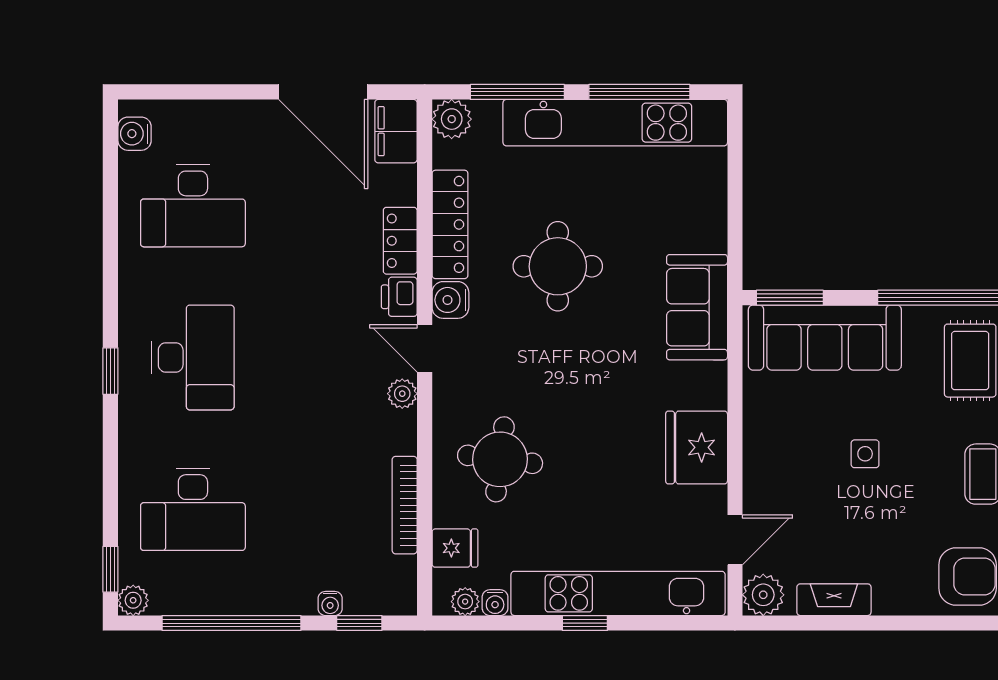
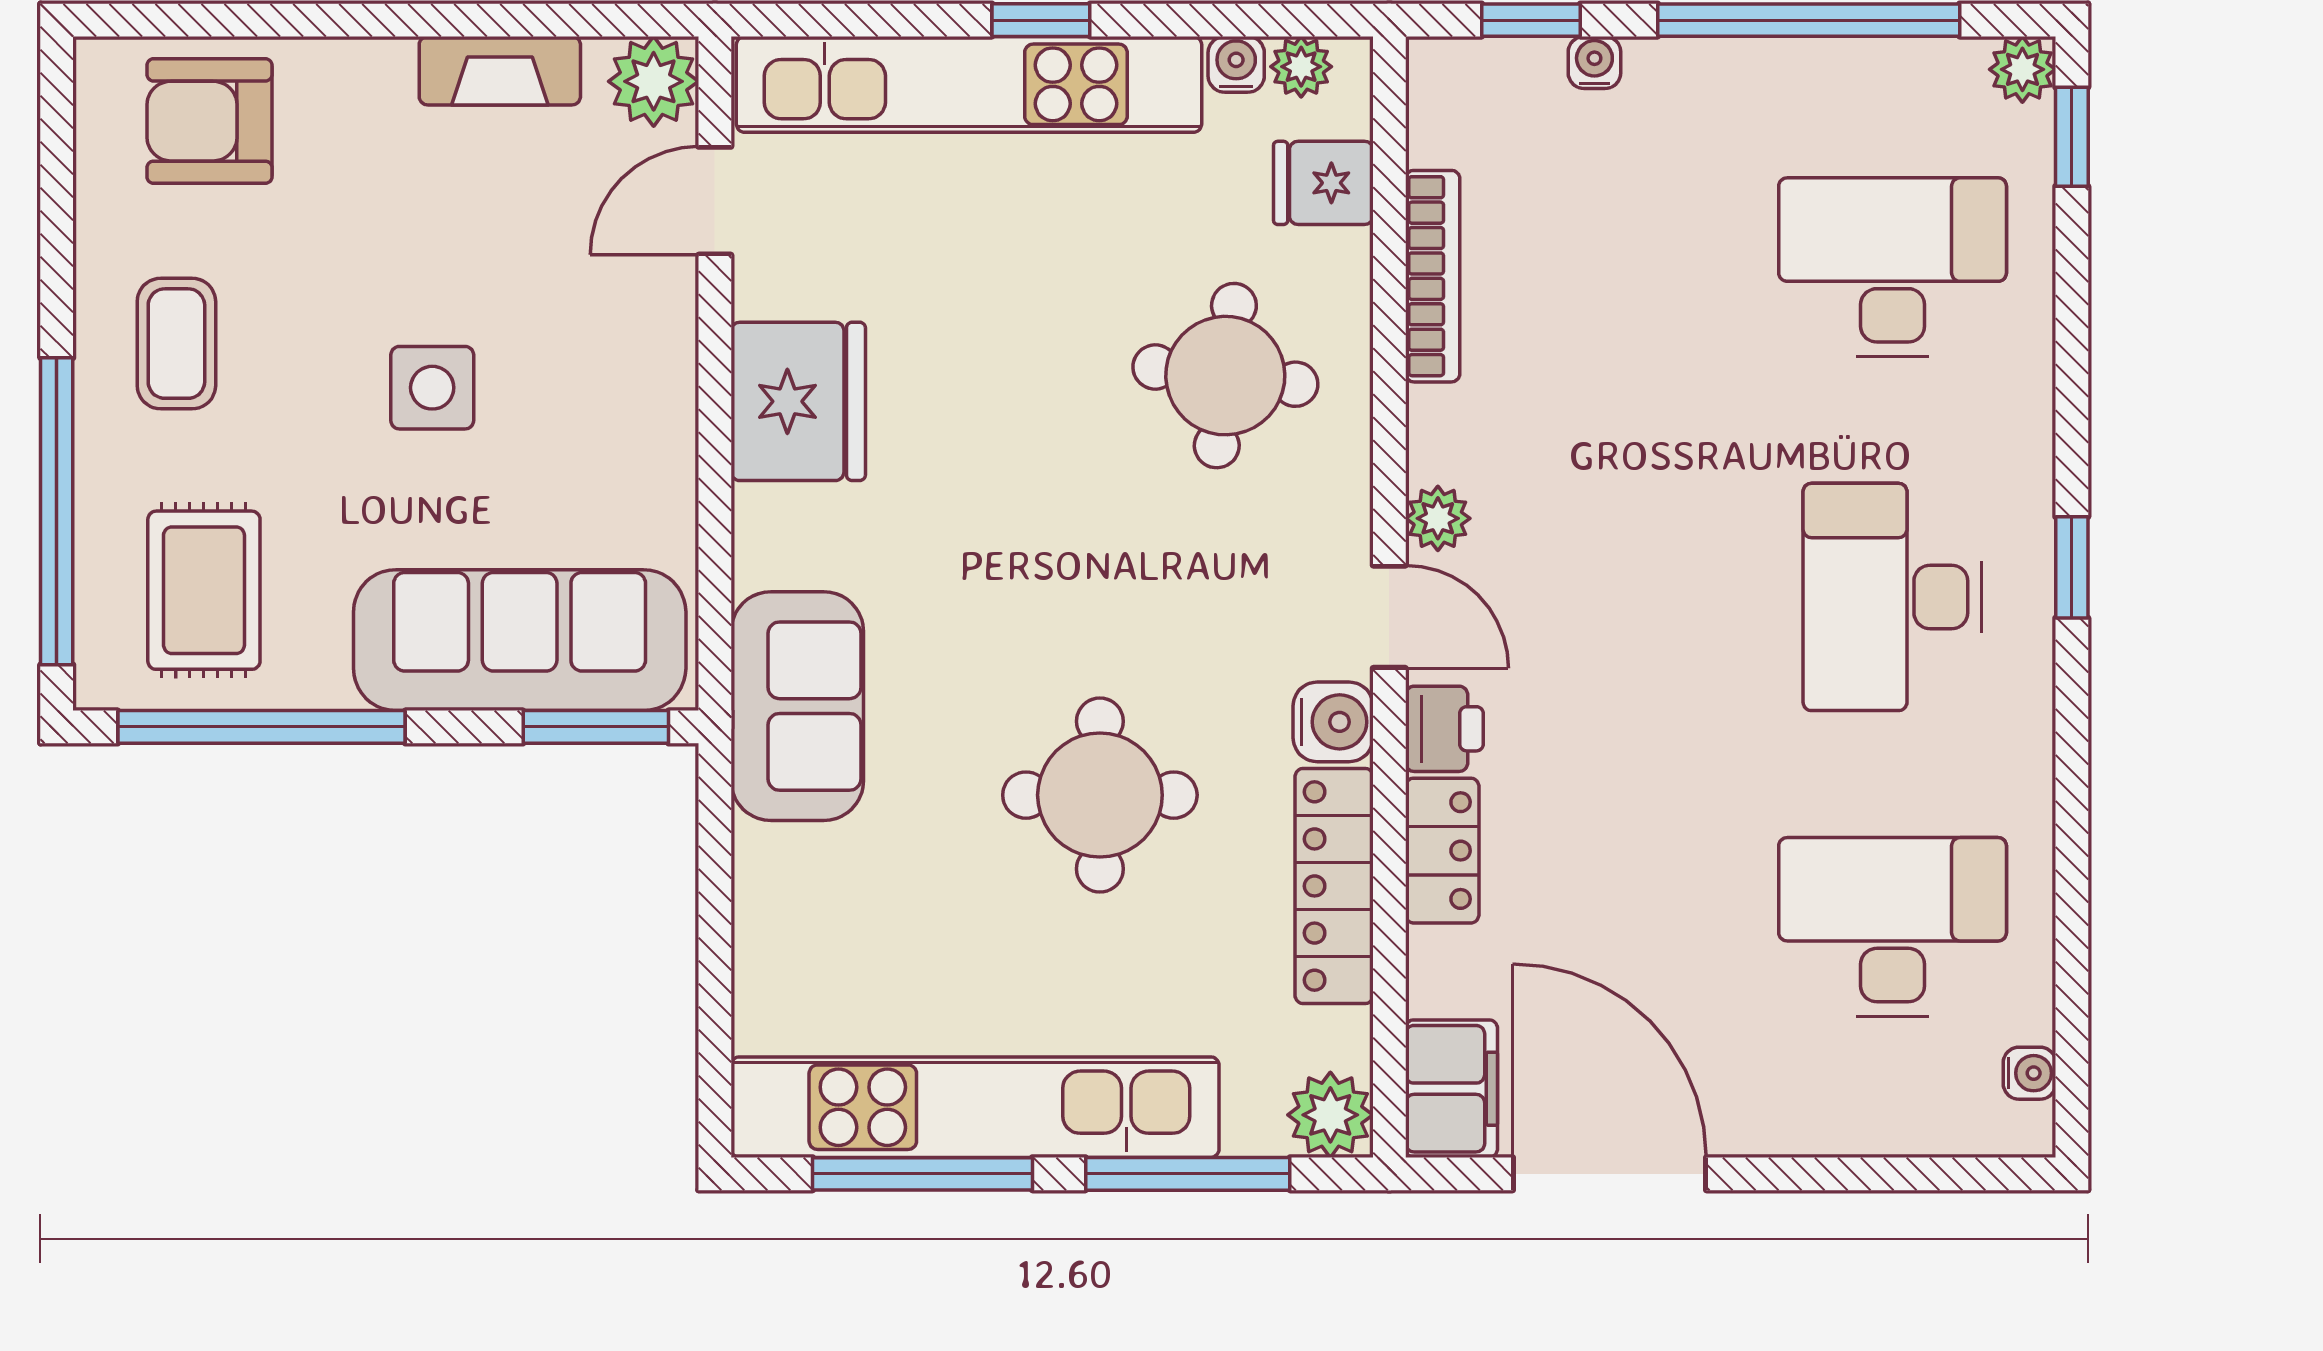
water cooler: (135, 134) -> (2029, 1073), width x0.72, depth x0.72
side table: (865, 454) -> (432, 388), width x1.37, depth x1.37

